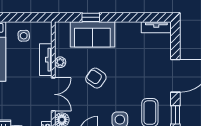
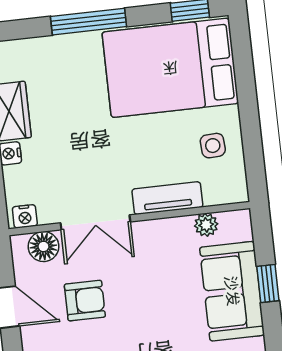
plant: (60, 62) -> (206, 225), moved
armchair: (96, 78) -> (85, 301), moved, turned 55

